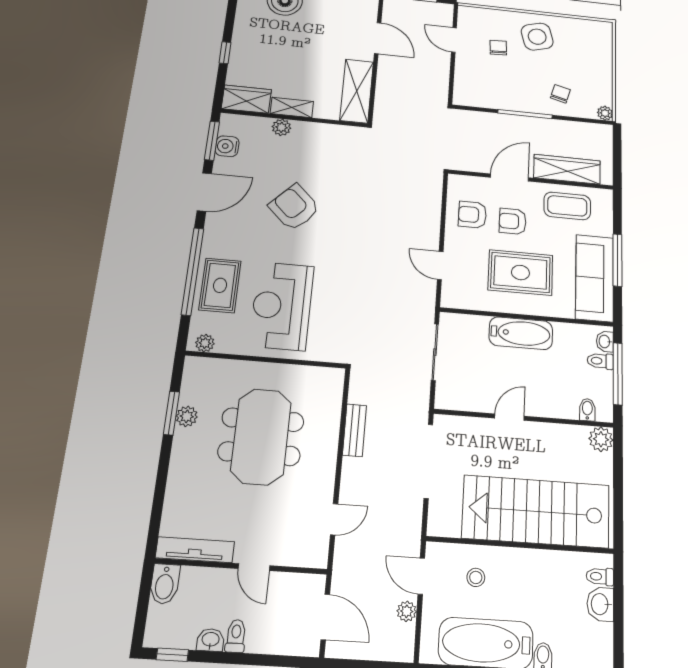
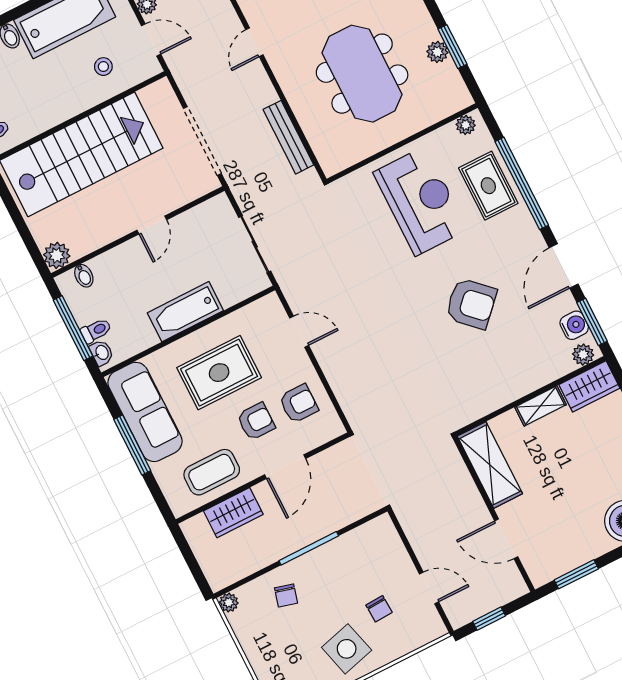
plant: (281, 127) -> (583, 355), moved
wardrobe: (567, 169) -> (233, 513), width x0.67
bench: (355, 430) -> (288, 137), width x1.36

